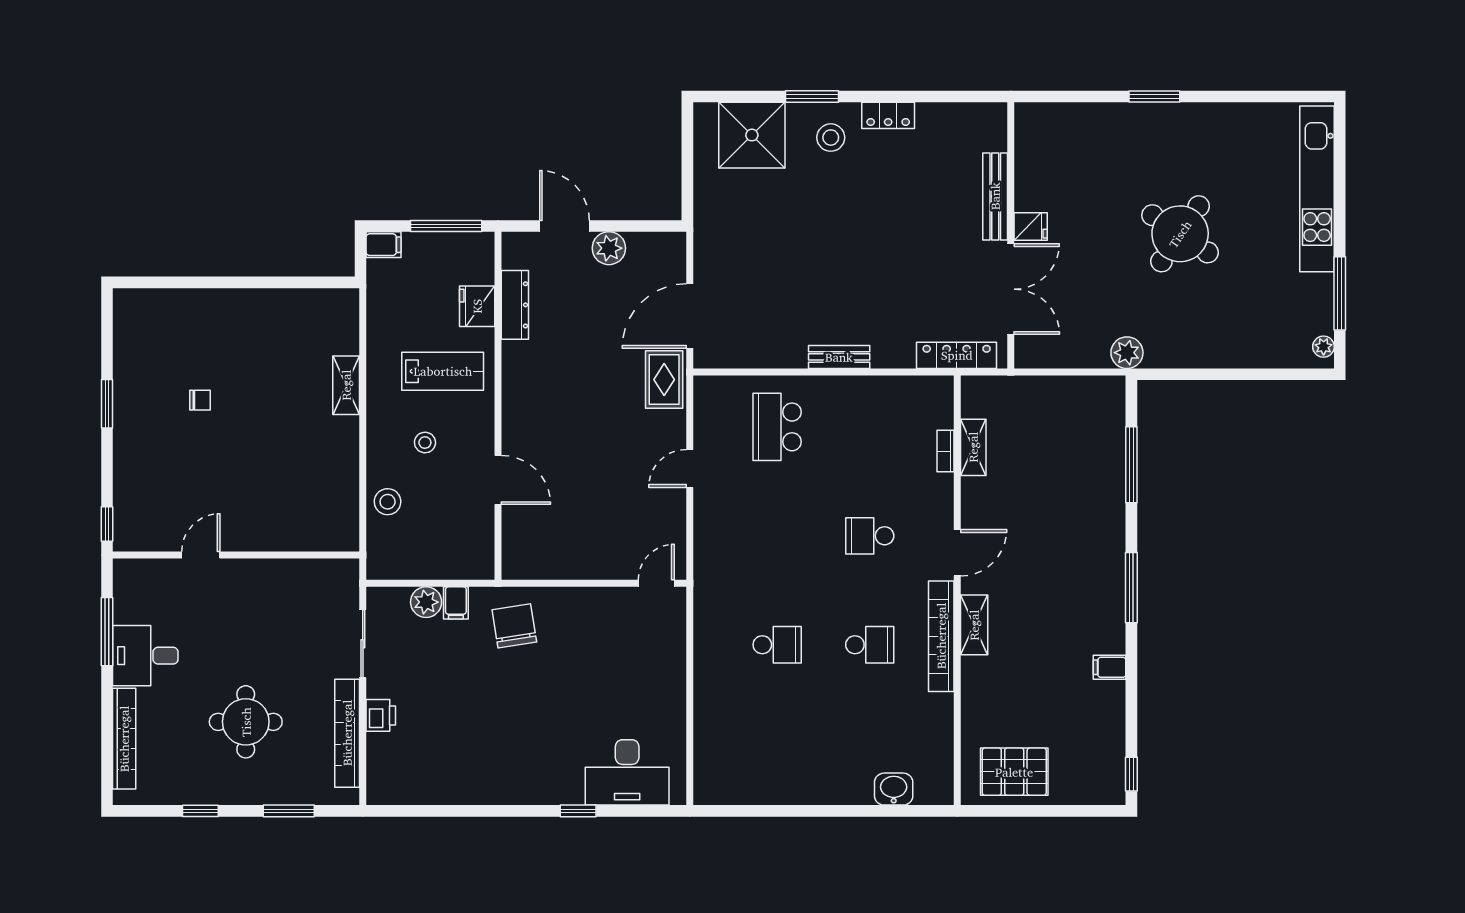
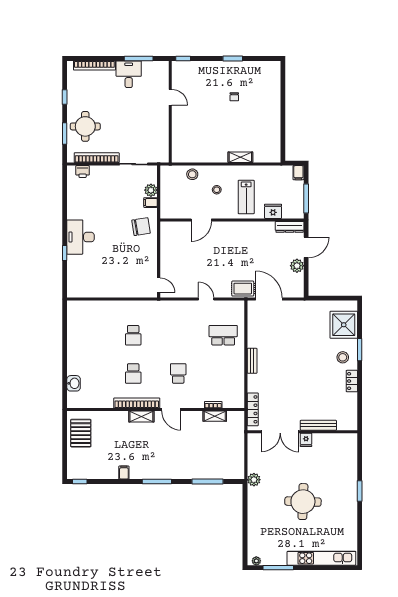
round table: (1180, 234) -> (303, 502), turned -32
dresser: (515, 305) -> (290, 227), moved
printer: (381, 715) -> (83, 172), moved
round table: (246, 722) -> (85, 126), moved
desk: (627, 772) -> (80, 237), moved

